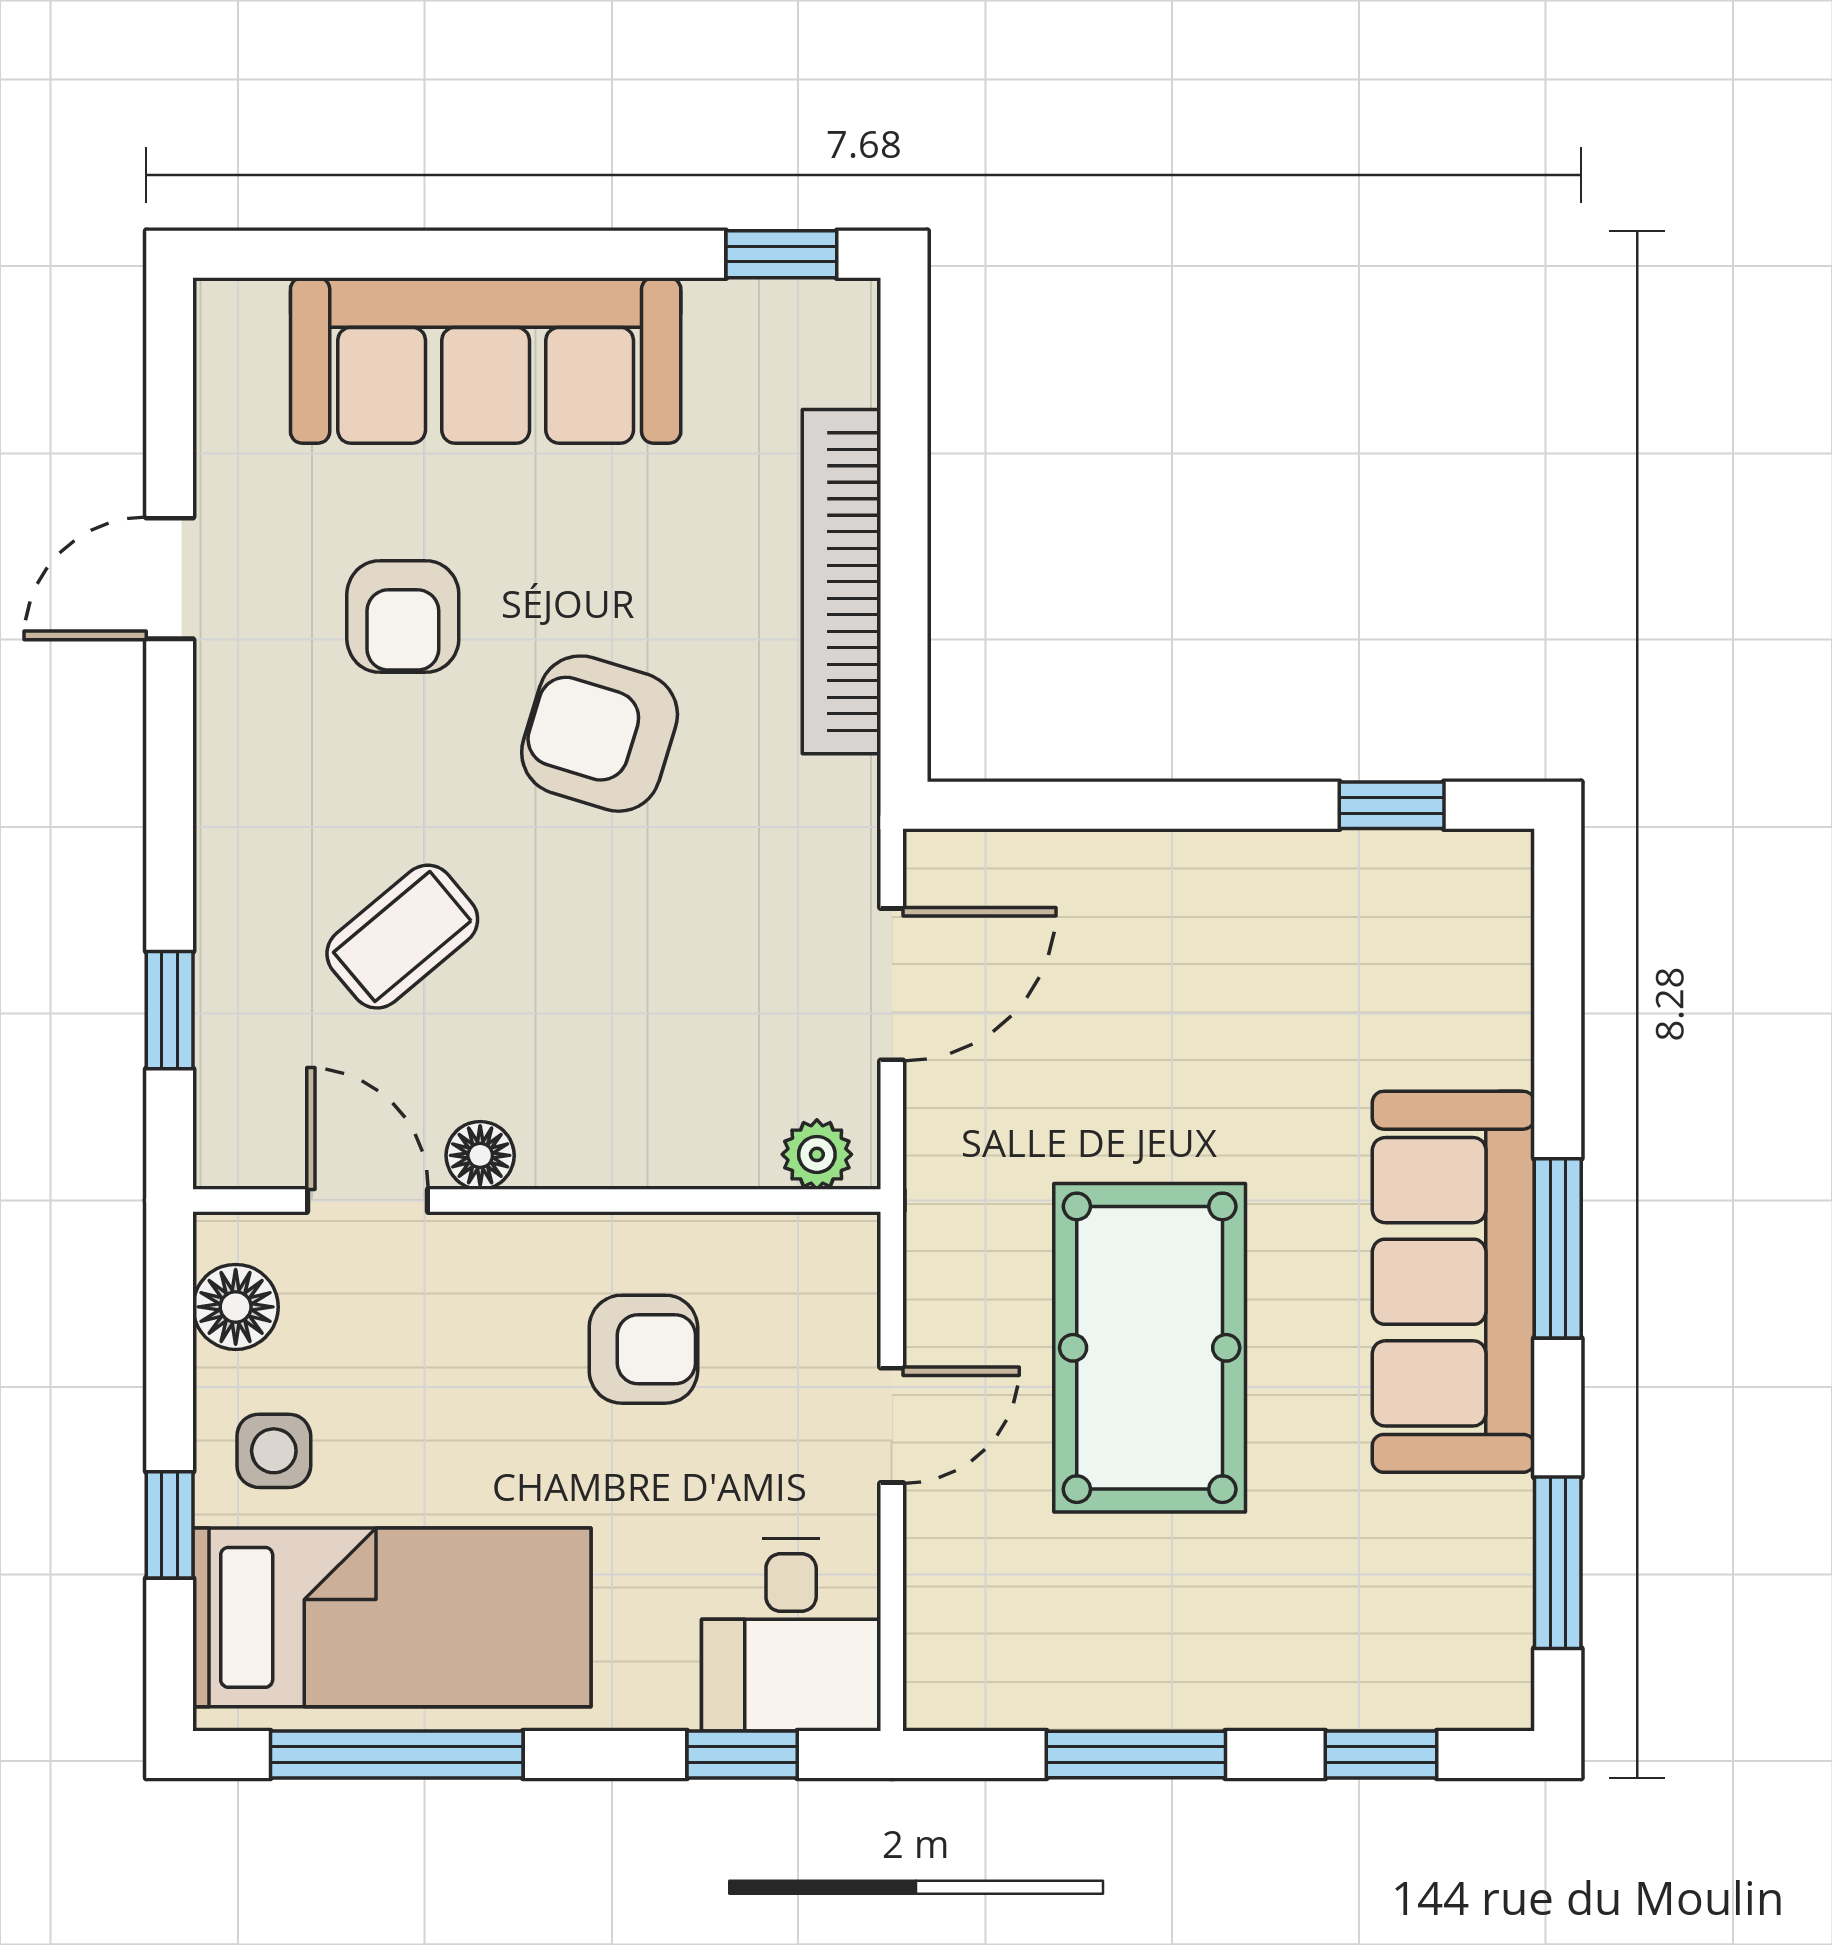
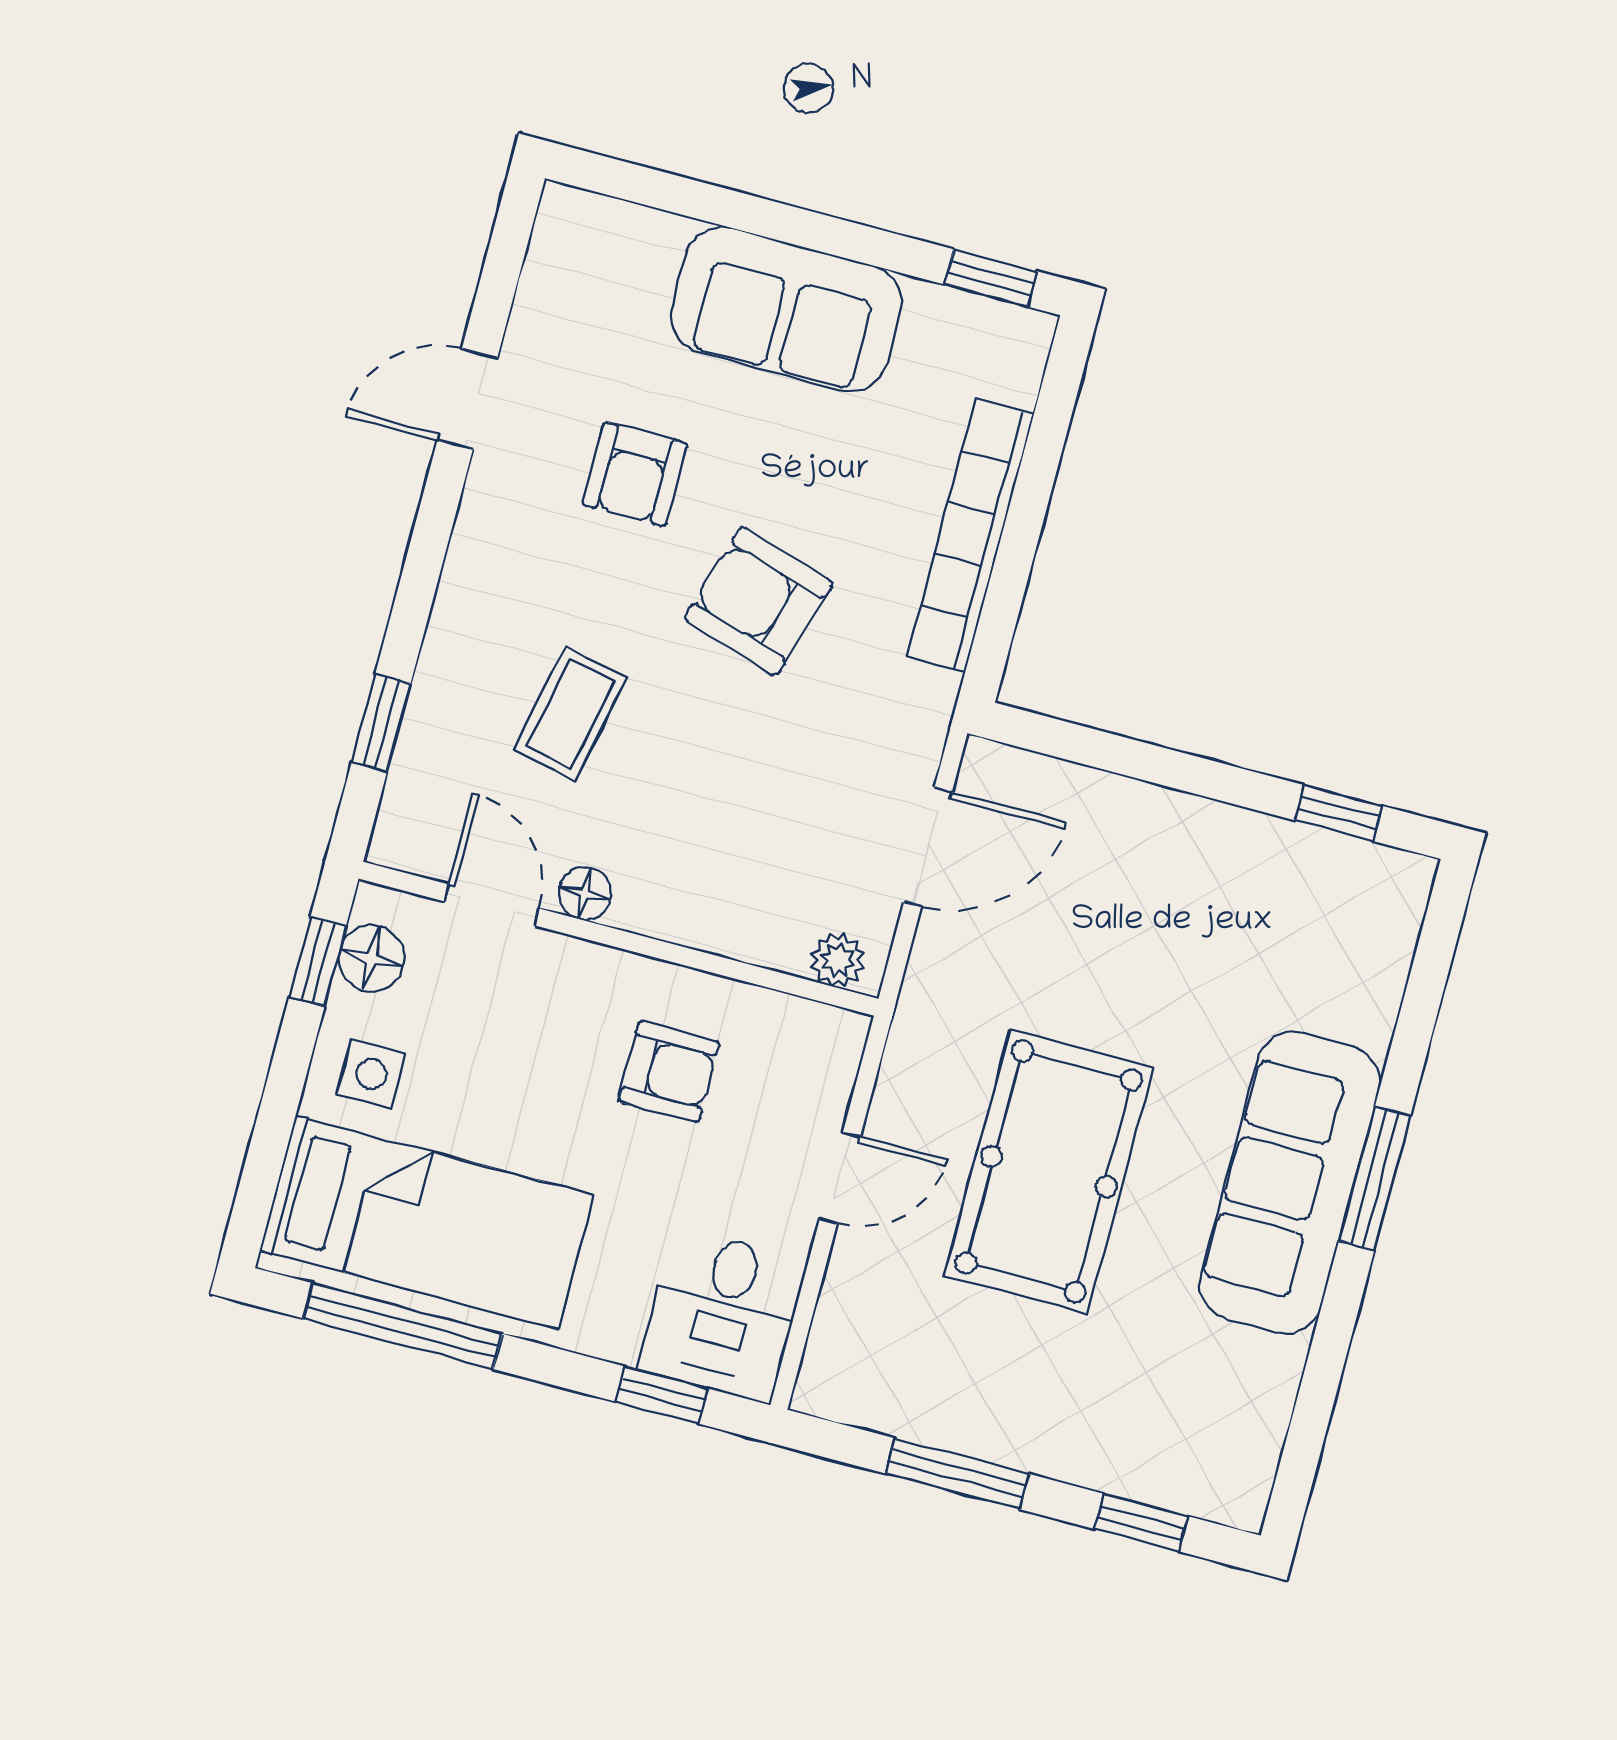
sofa: (486, 360) -> (787, 309), width x0.73
coffee table: (402, 937) -> (570, 714), turned -38
window: (170, 1525) -> (318, 962), moved
window: (1558, 1563) -> (1312, 1414), removed

